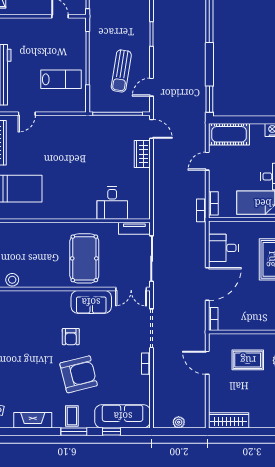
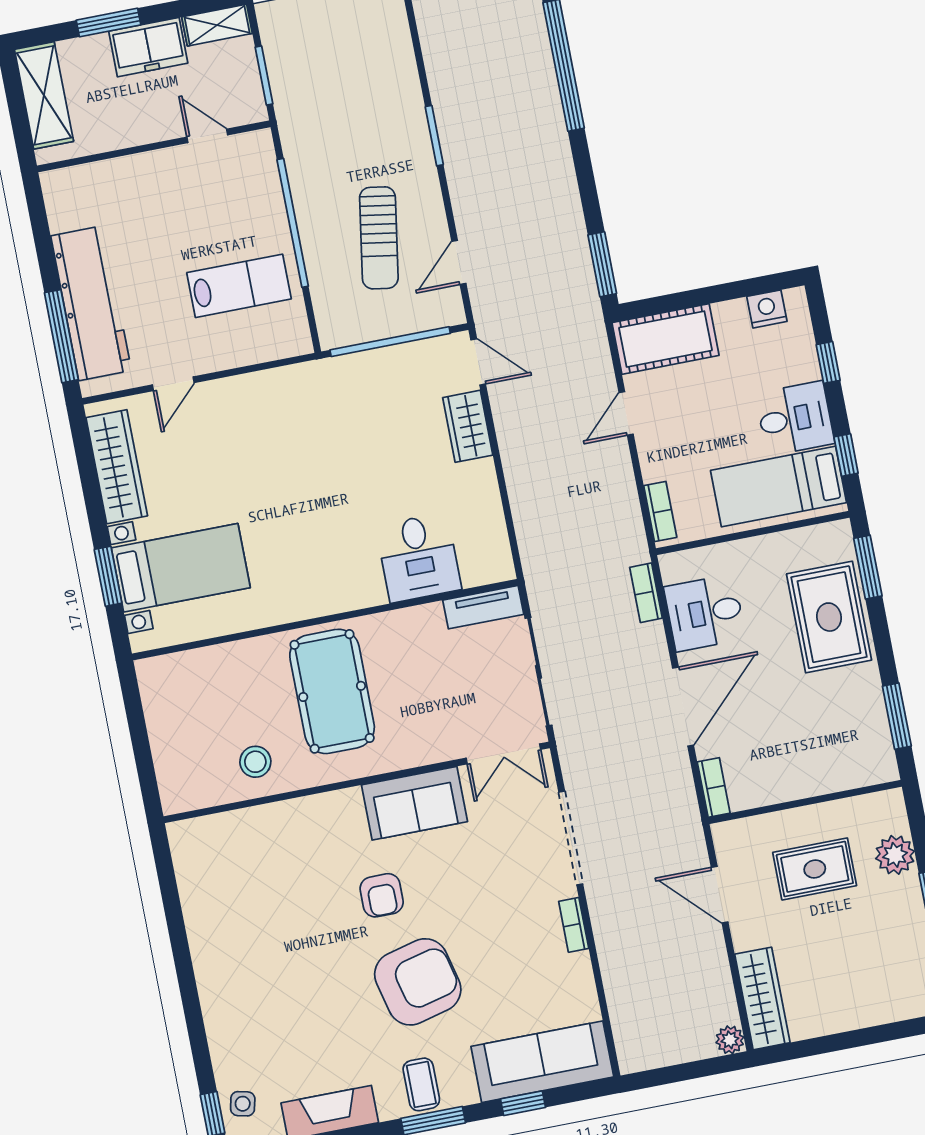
bookcase: (201, 210) -> (646, 593), moved
pool table: (84, 258) -> (332, 691), moved
stool: (12, 280) -> (255, 762), moved
wardrobe: (229, 420) -> (762, 998), moved, turned 90
plant: (179, 422) -> (730, 1040), moved

